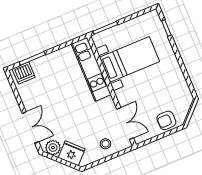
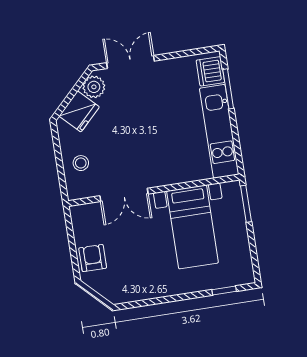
kitchen unit: (91, 69) -> (219, 131), moved, turned -90
double door: (125, 123) -> (124, 195), moved
double door: (30, 127) -> (130, 62), swing flipped

